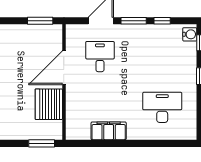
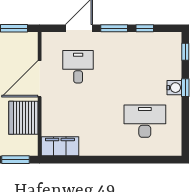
water cooler: (190, 34) -> (174, 88), moved
filing cabinet: (109, 131) -> (60, 146), moved

